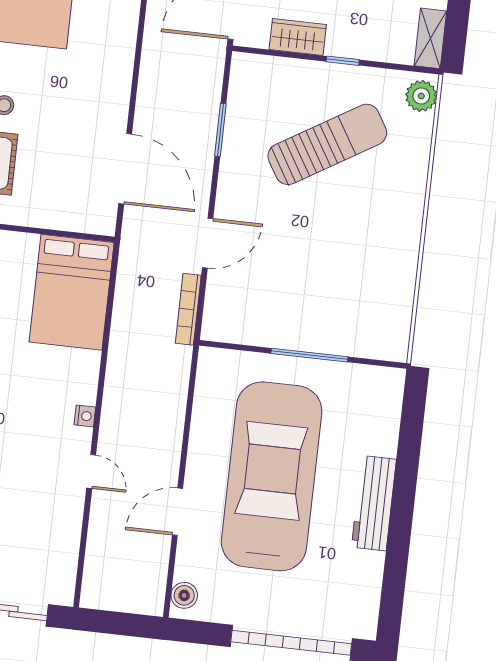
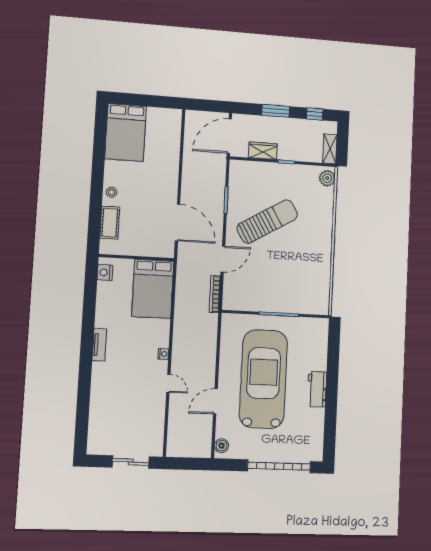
sun lounger: (327, 144) -> (267, 222), moved
workbench: (374, 503) -> (317, 389), width x0.73

